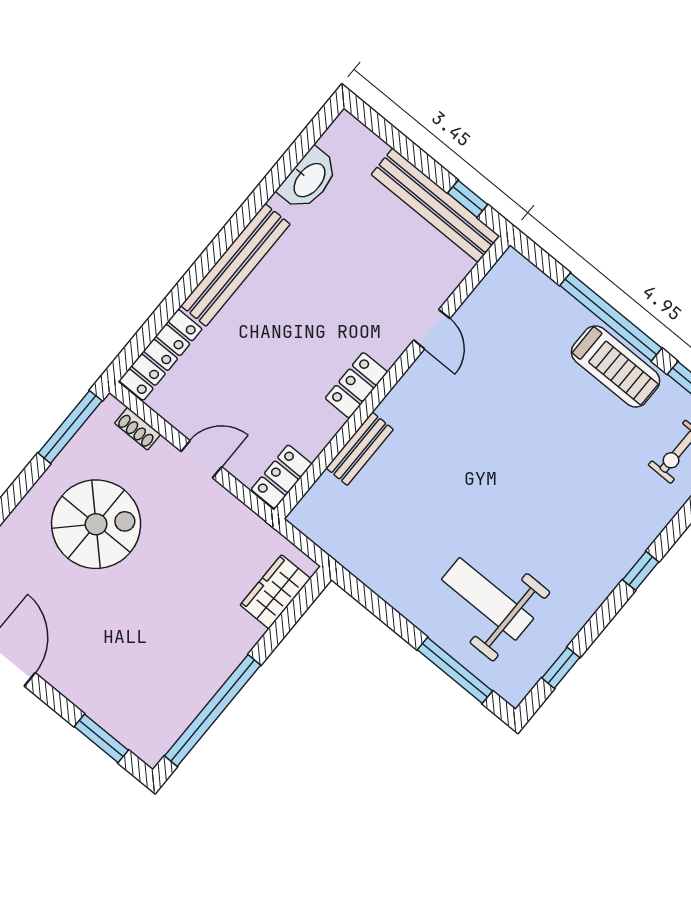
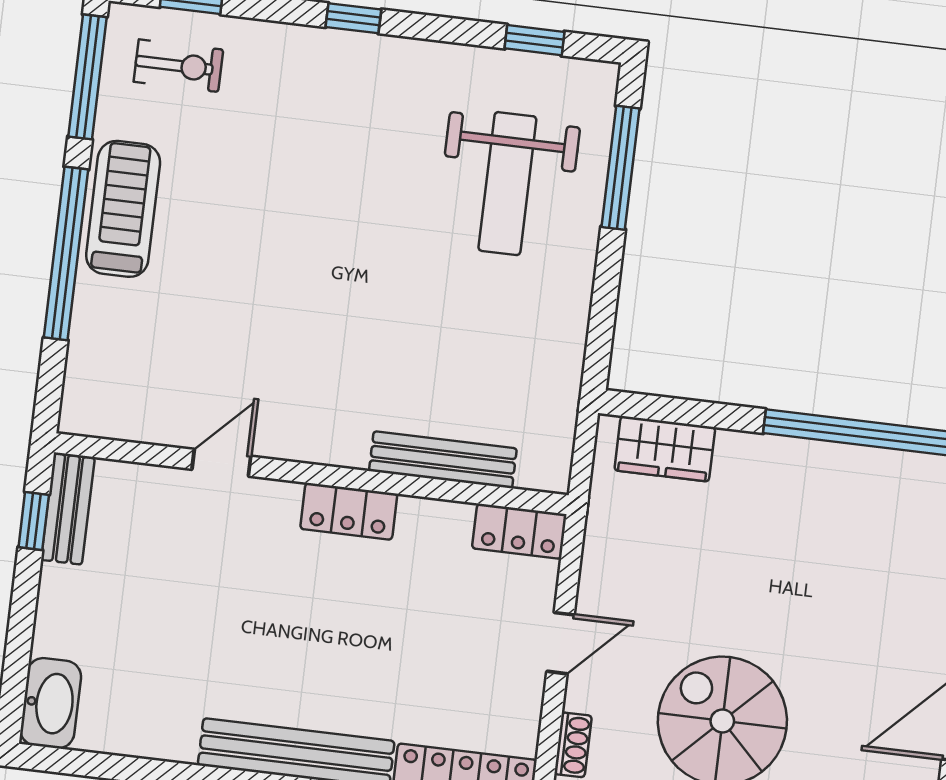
washbasin: (309, 179) -> (51, 703), moved, turned 90
bench: (435, 205) -> (68, 509), width x0.54, depth x0.82
bench: (360, 449) -> (443, 460), width x1.36
door: (201, 459) -> (561, 643), swing flipped

